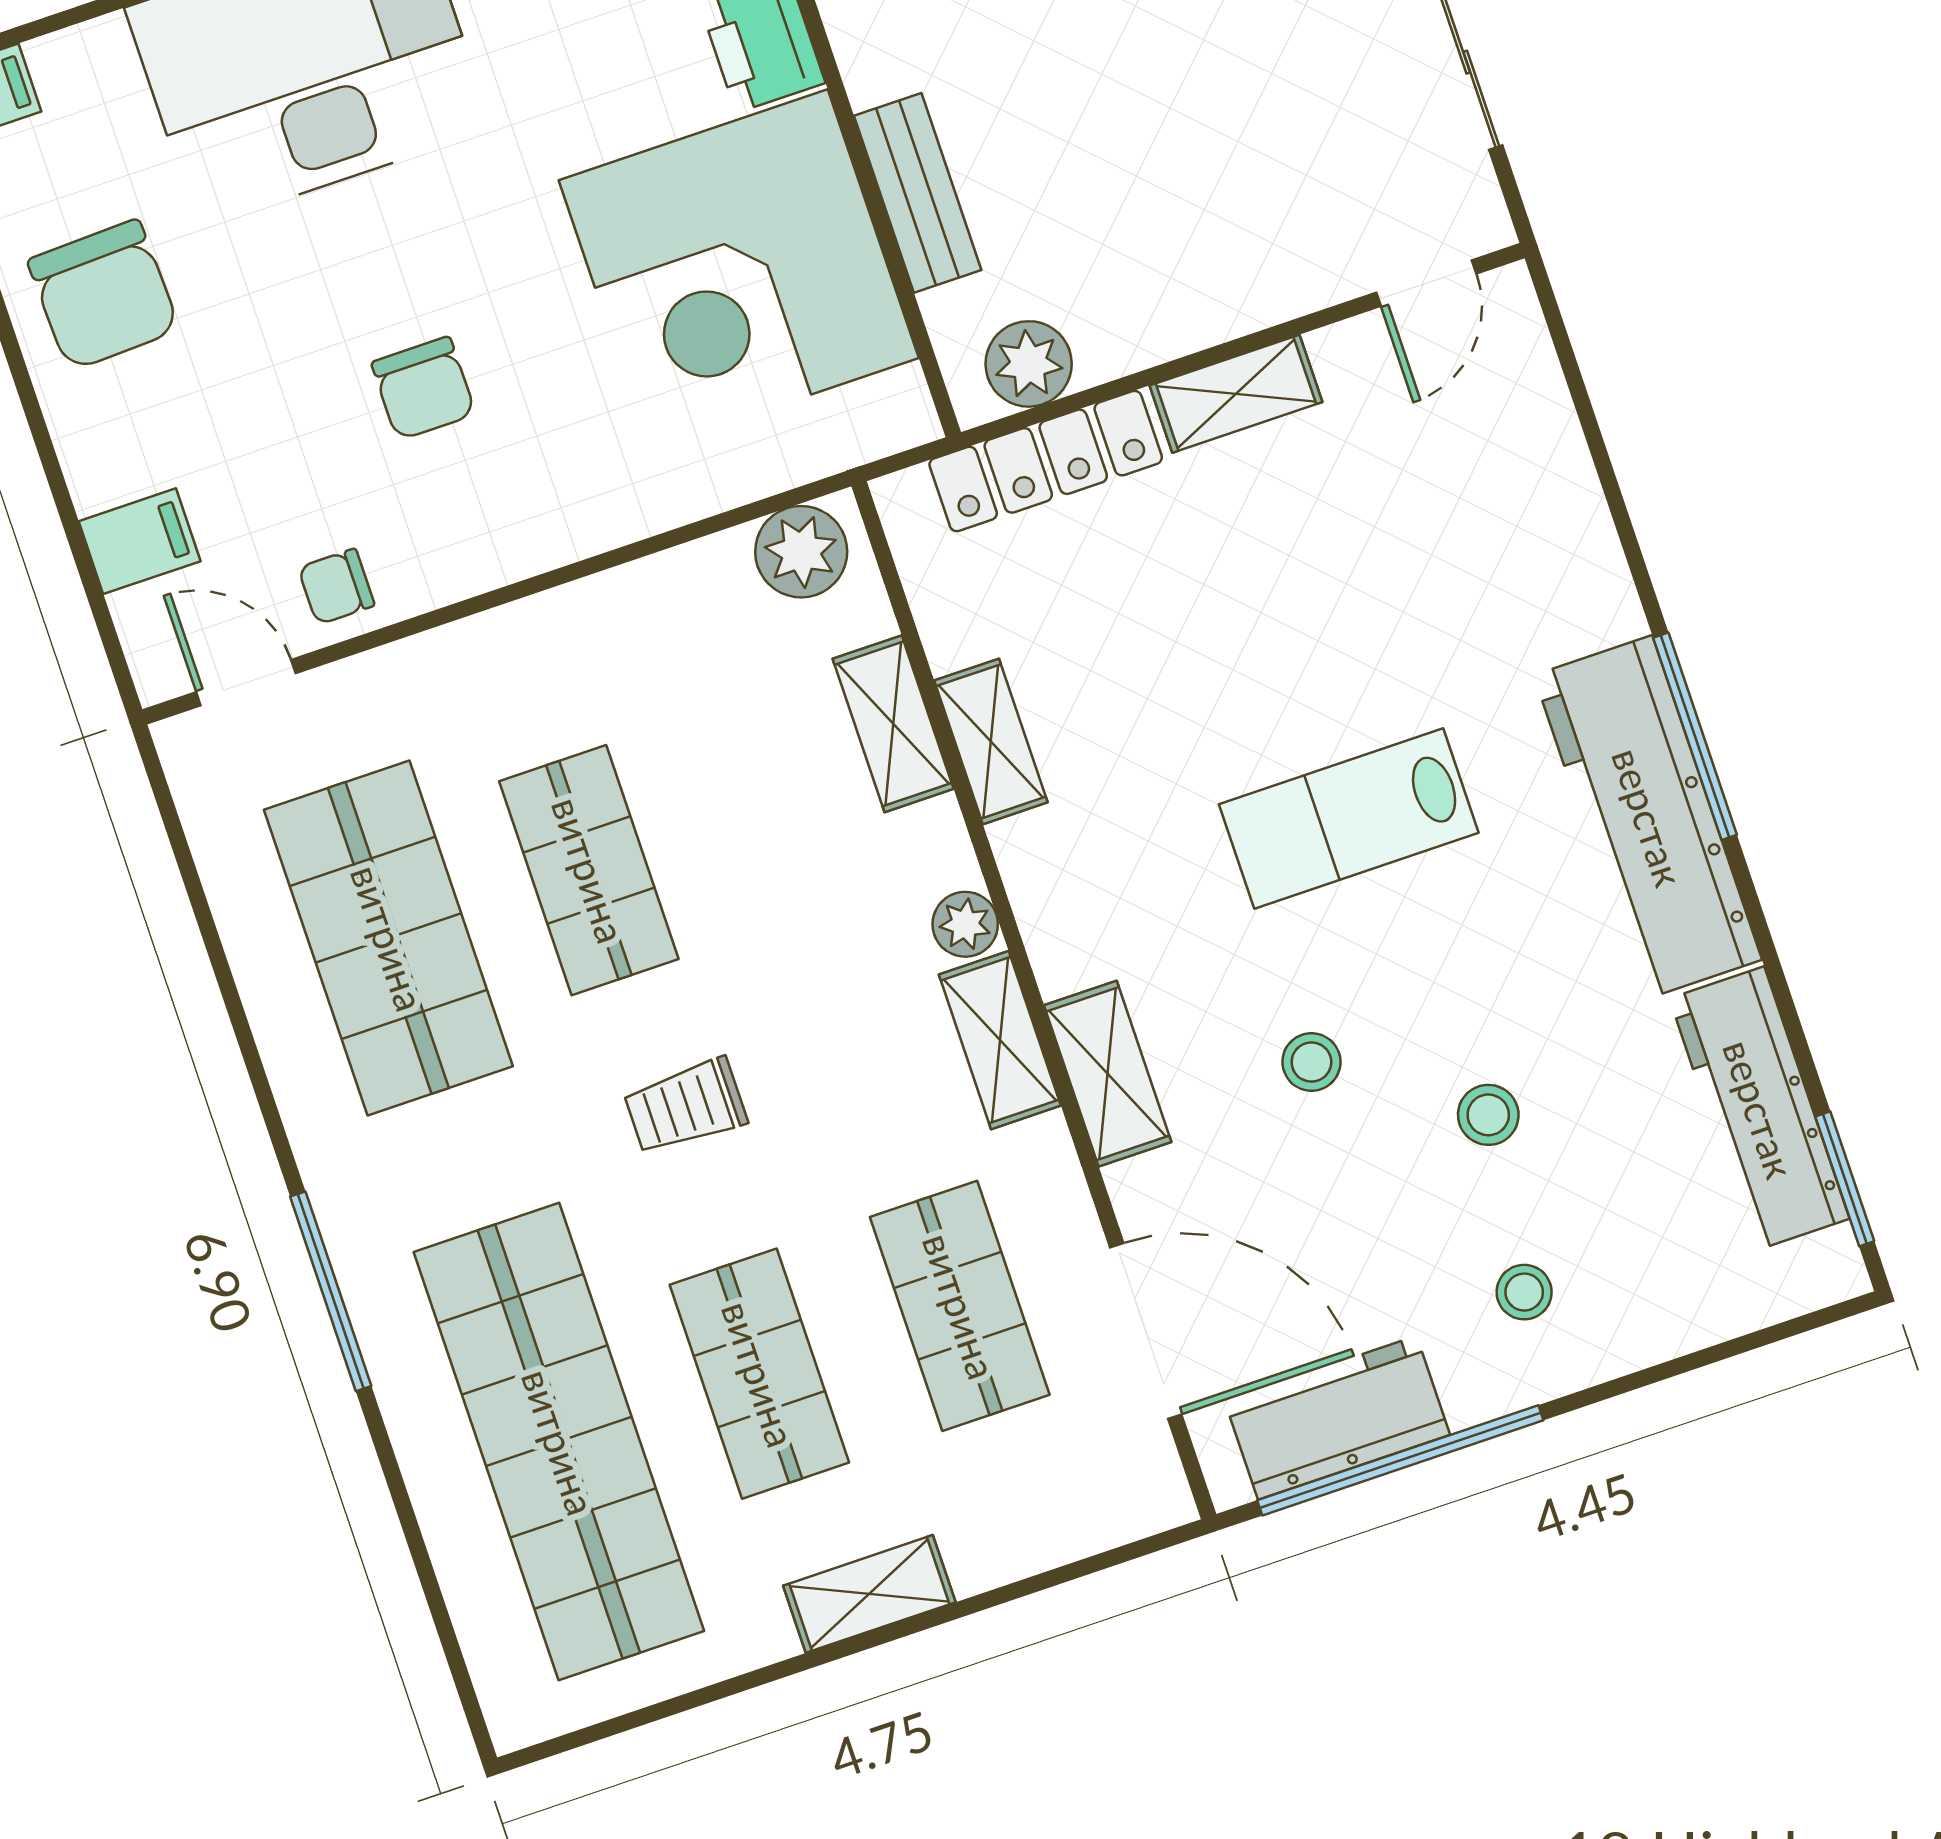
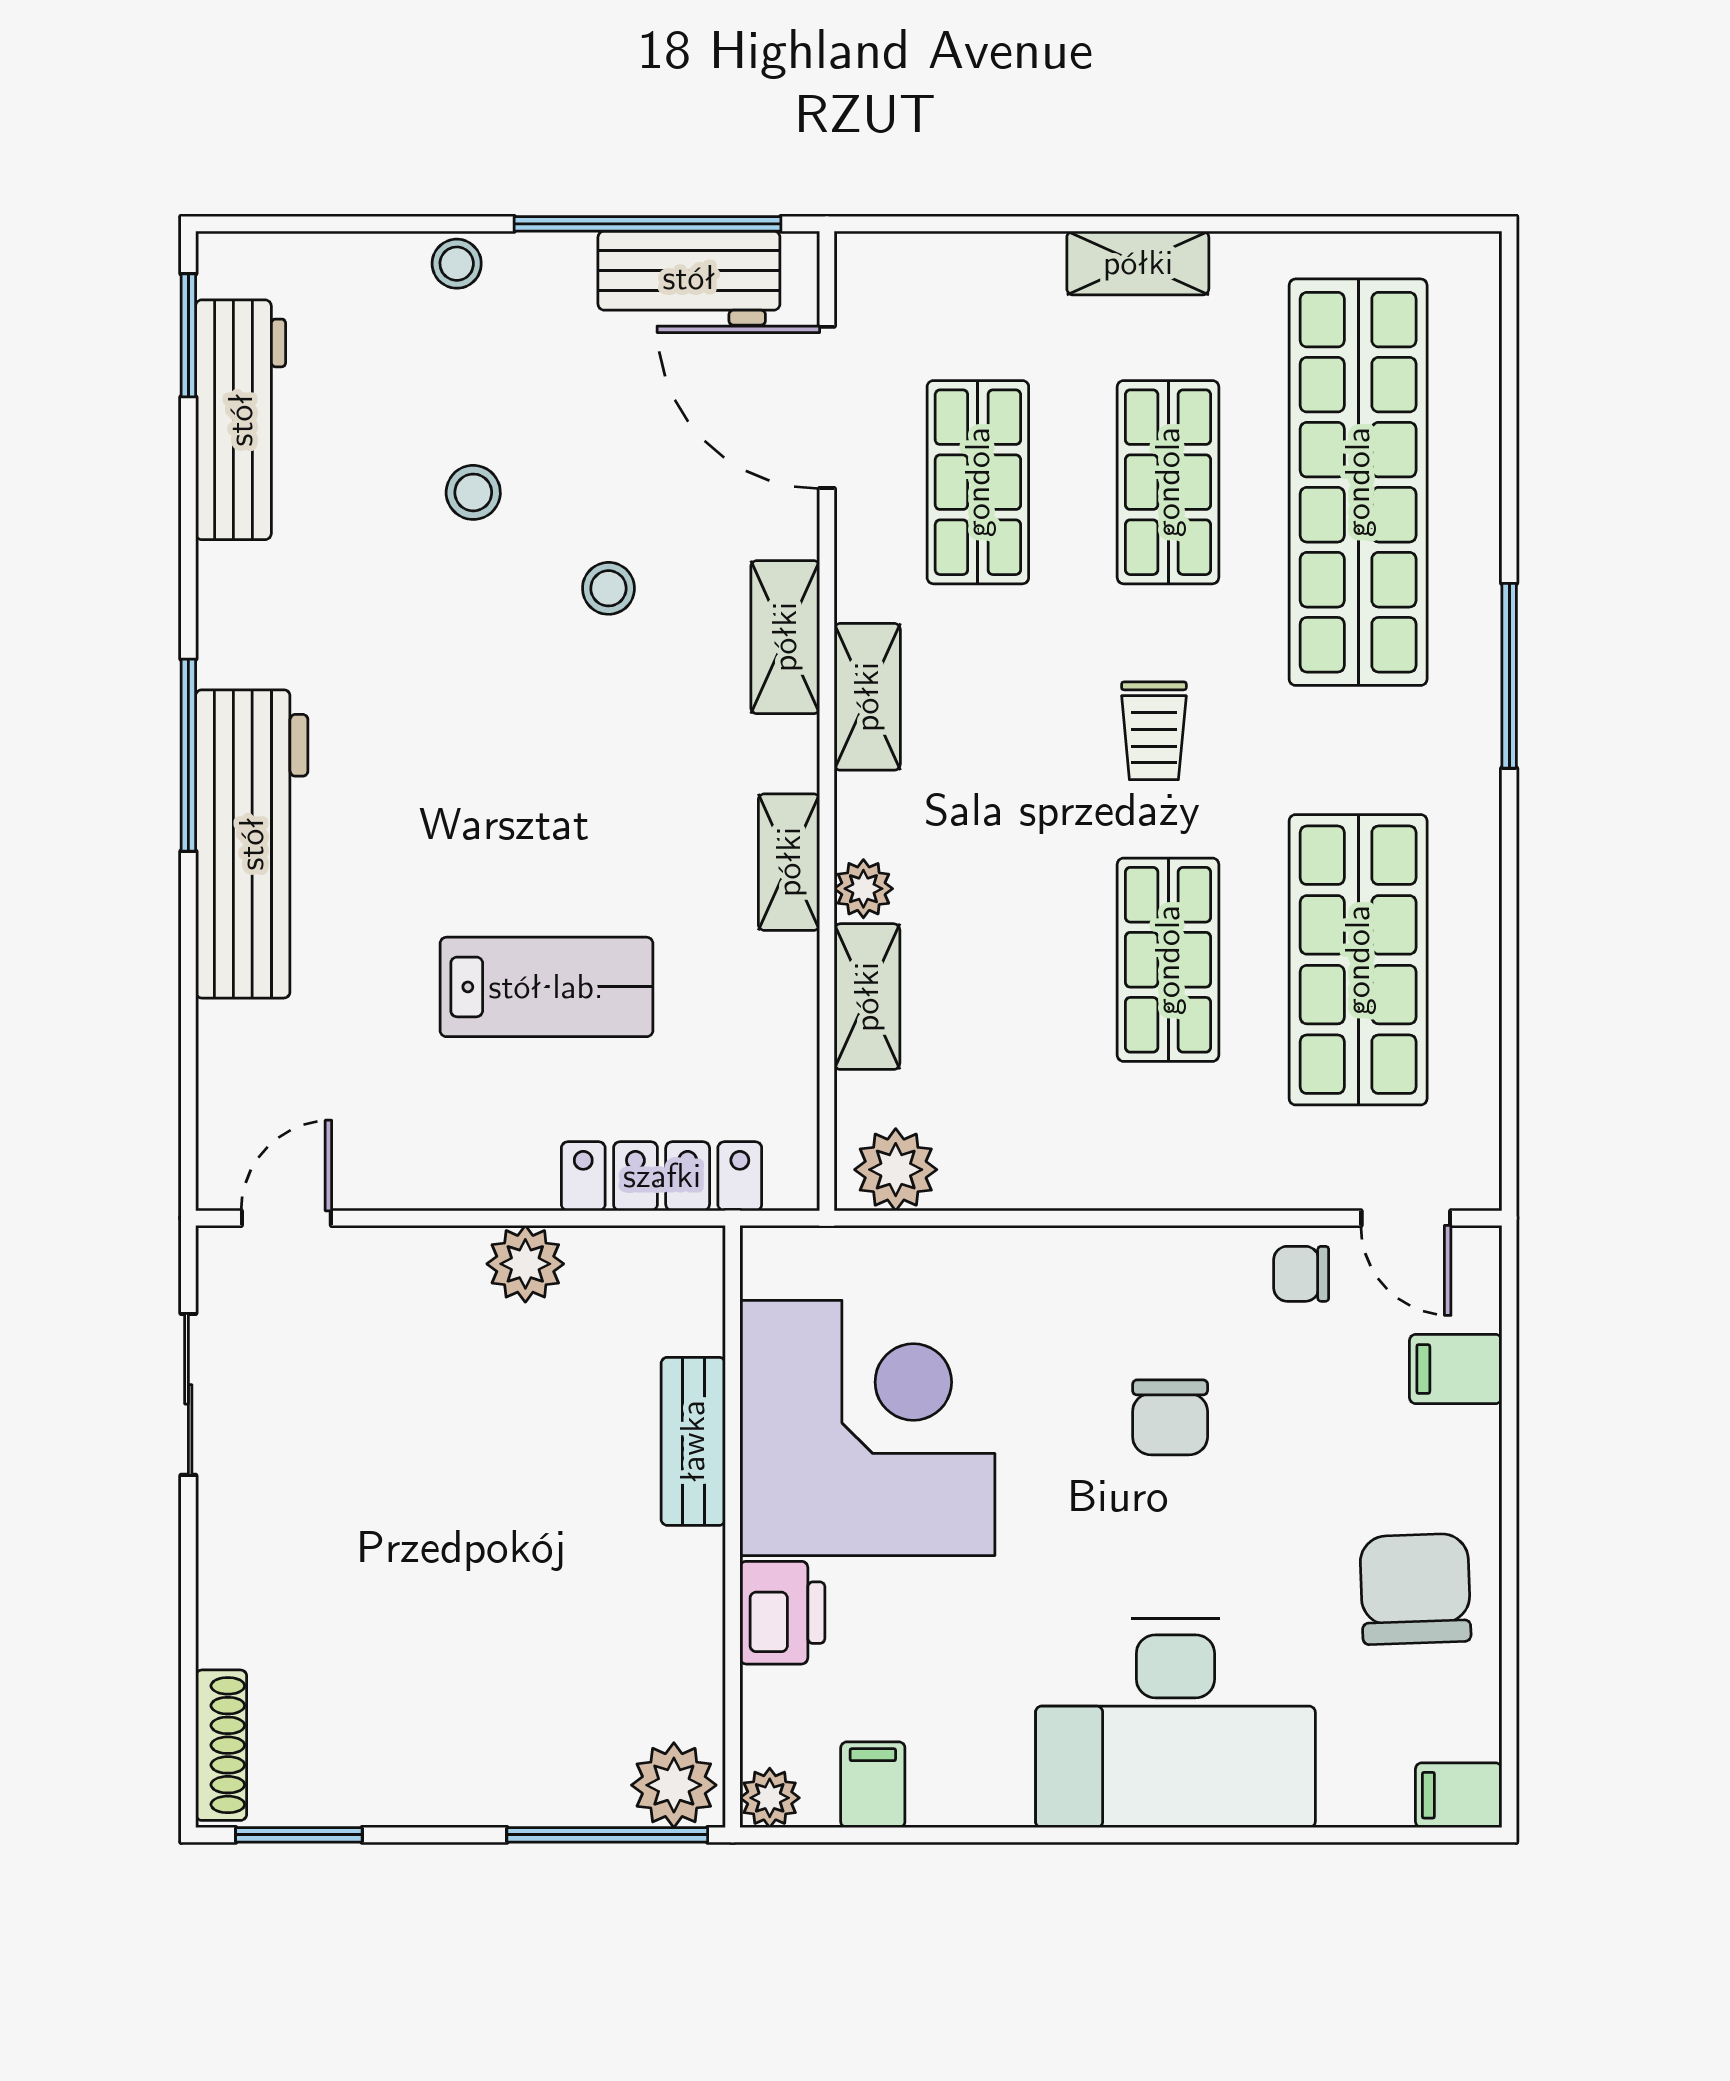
plant: (1029, 364) -> (525, 1264), moved
chair: (423, 388) -> (1170, 1417), turned 180
shelving: (1236, 394) -> (480, 1179), removed
chair: (336, 587) -> (1301, 1274), turned 180
shelving: (991, 741) -> (789, 862), moved
workbench: (1648, 817) -> (252, 844), moved
lab bench: (1349, 818) -> (546, 987), moved
plant: (965, 924) -> (863, 889), moved
trolley: (685, 1106) -> (1154, 731), turned 90
stool: (1524, 1292) -> (457, 264), moved

